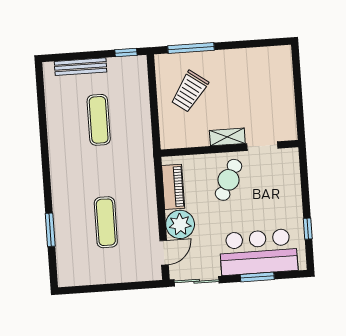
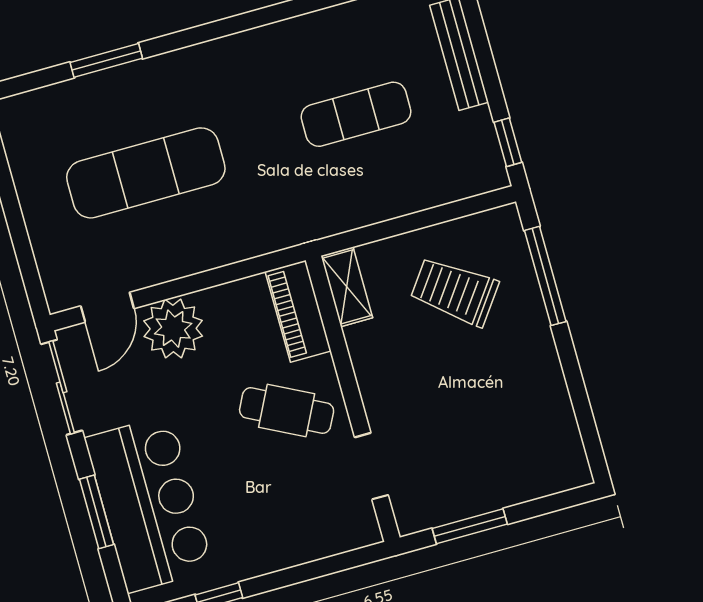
window: (299, 106) -> (470, 526), added
shelving: (227, 137) -> (347, 287), moved
piano: (173, 187) -> (298, 311), moved, turned 90
exercise mat: (106, 222) -> (146, 173), width x1.36, depth x1.45
door: (164, 253) -> (107, 307), hinge flipped

